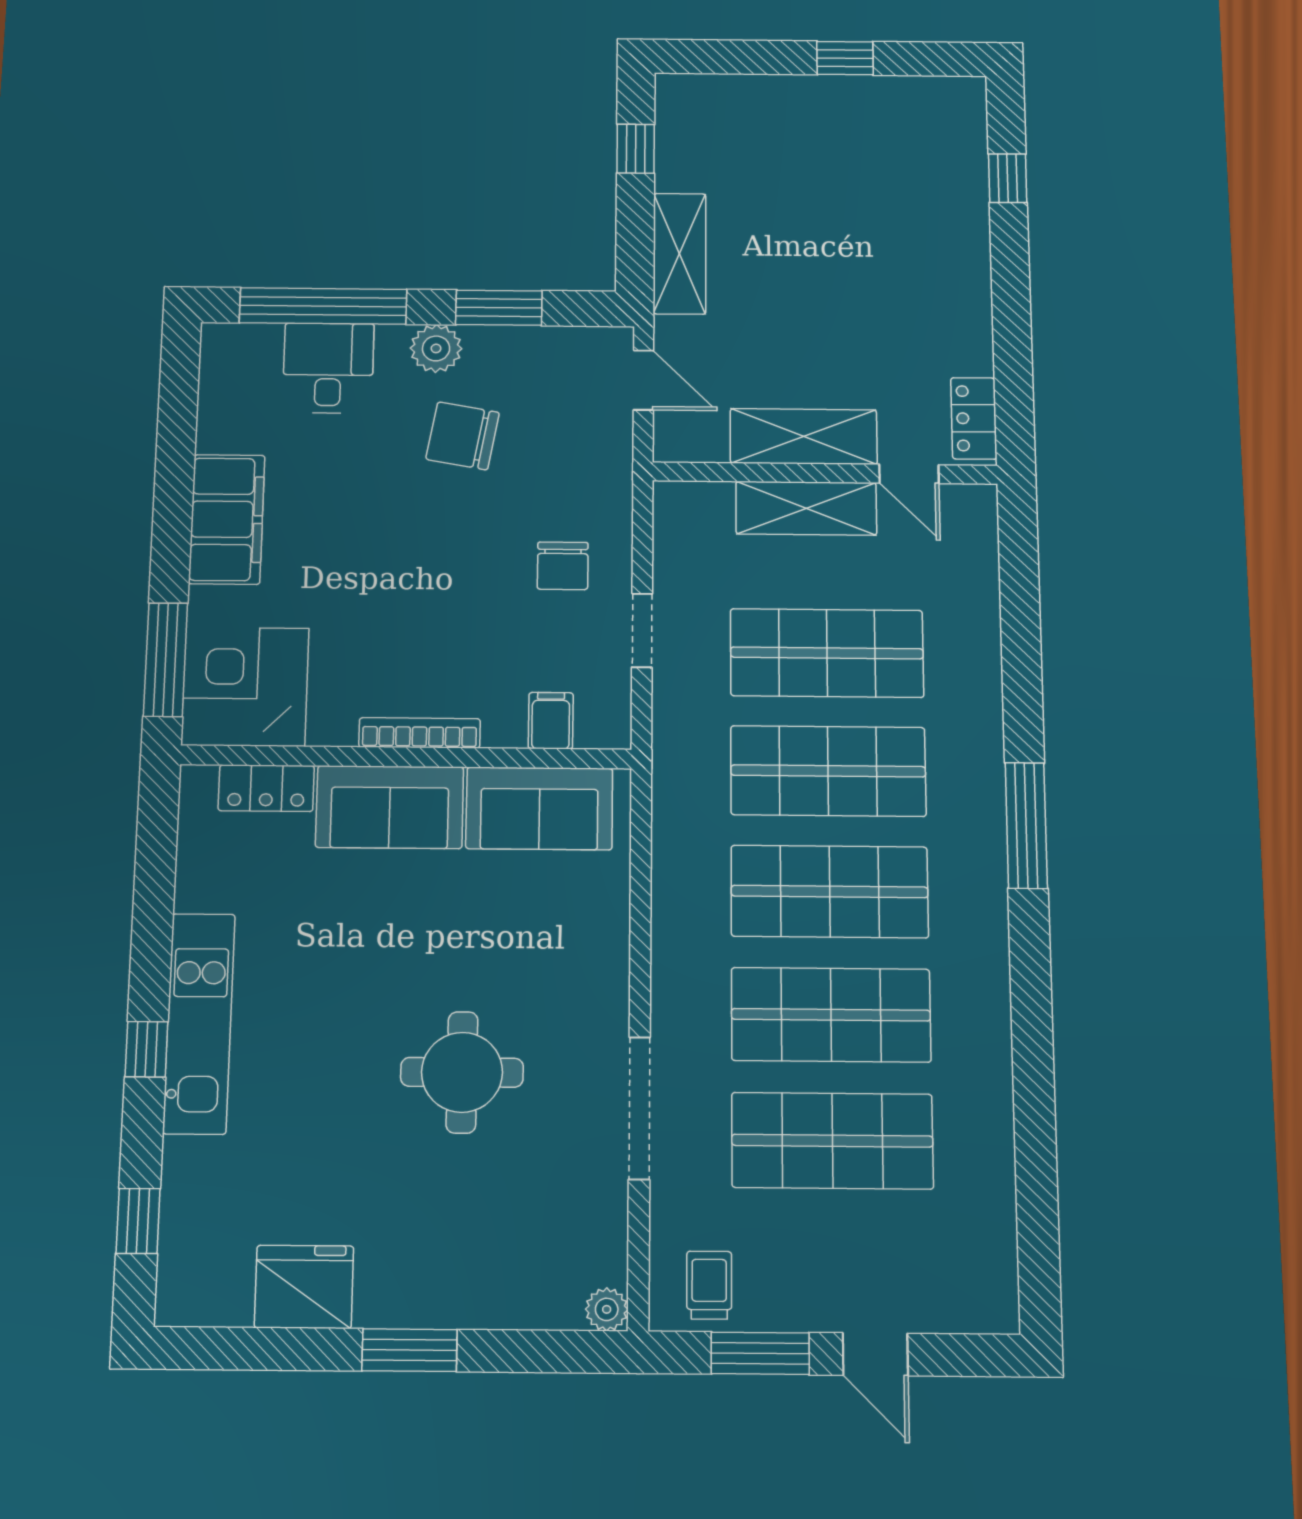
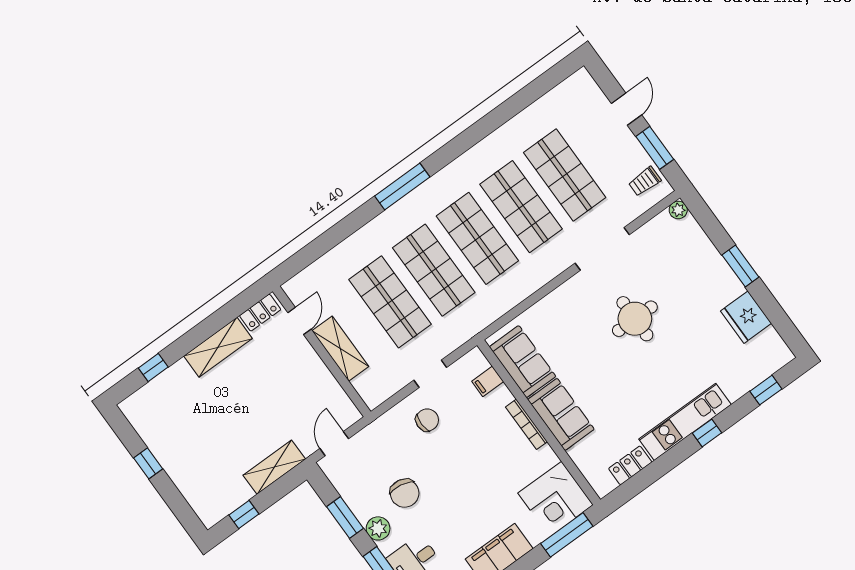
shelving: (804, 436) -> (218, 347), moved, turned 90
locker: (266, 788) -> (630, 465), moved, turned -90

